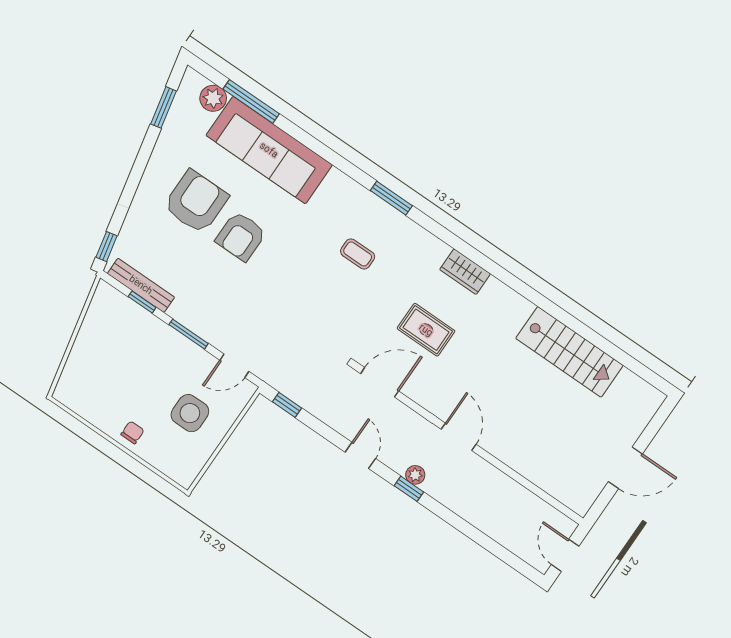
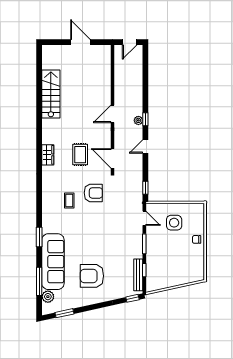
window: (391, 198) -> (39, 237), moved
armchair: (241, 236) -> (93, 193), moved

